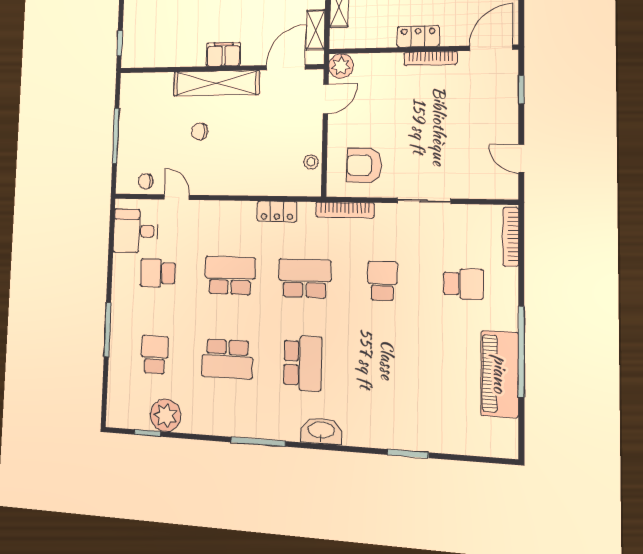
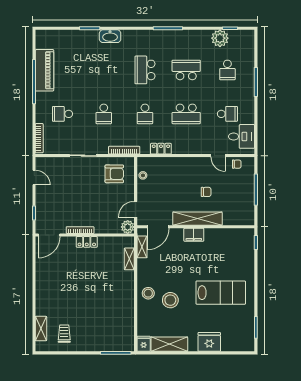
school desk: (305, 278) -> (145, 114), width x0.54
washbasin: (321, 431) -> (110, 36), moved

